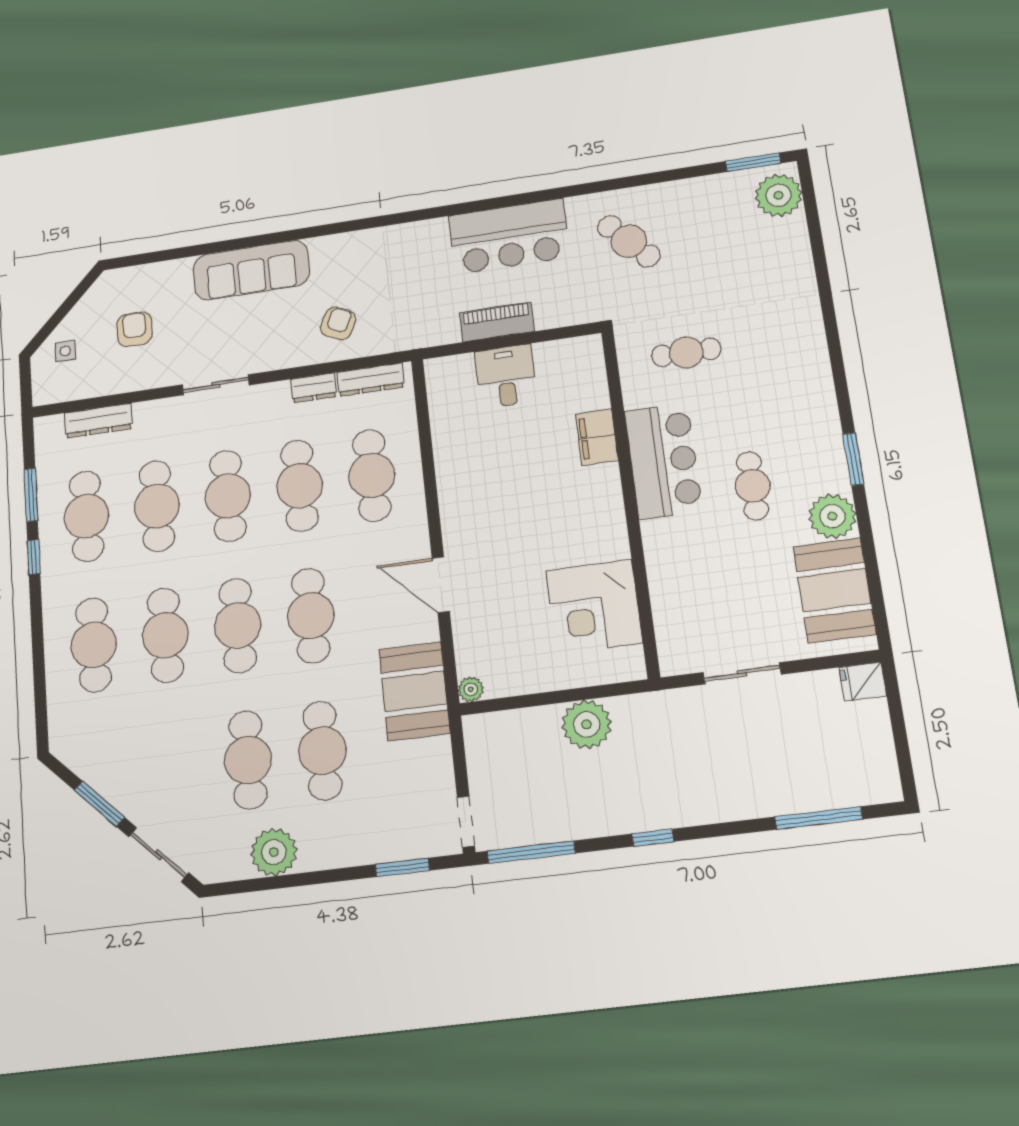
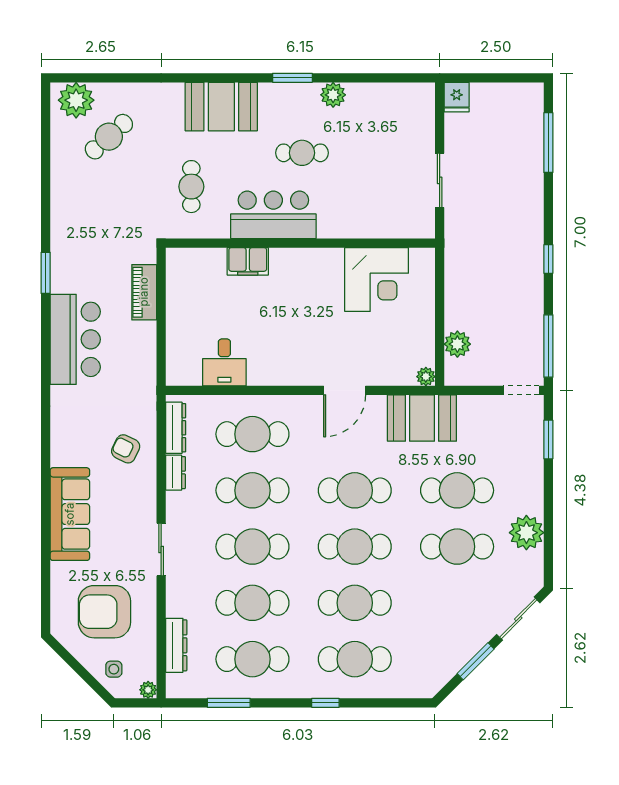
window: (753, 162) -> (46, 273), moved
bar counter: (509, 236) -> (75, 339), moved
cafe table: (629, 241) -> (109, 137), moved
piano: (497, 322) -> (144, 292), moved
armchair: (134, 329) -> (104, 612), width x1.88, depth x1.88
desk: (506, 376) -> (224, 362), moved, turned -90
plant: (42, 395) -> (148, 690), added
plant: (832, 516) -> (333, 95), width x0.73, depth x0.73
window: (34, 557) -> (325, 703), moved
booth: (834, 590) -> (221, 107), moved
plant: (587, 724) -> (457, 344), moved, width x0.73, depth x0.73

